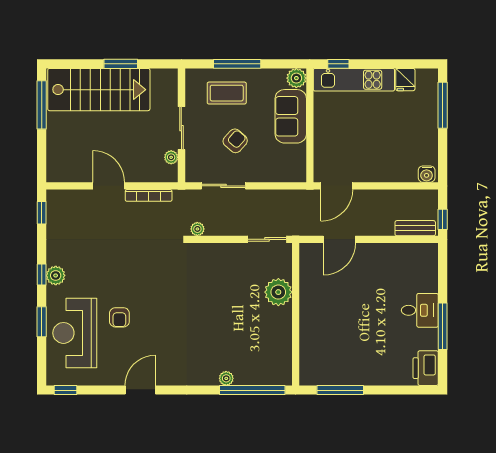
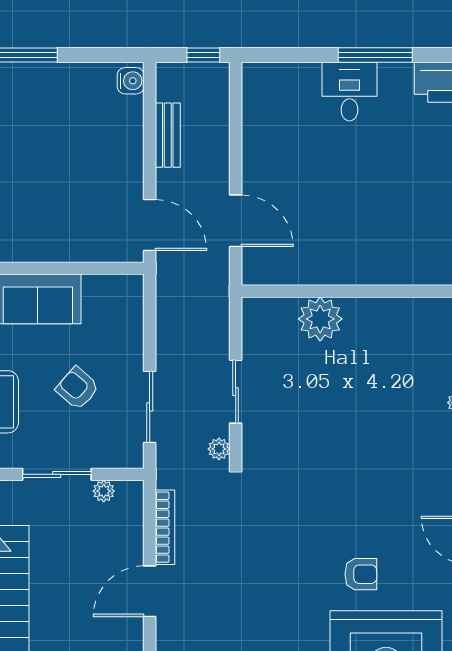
bench: (415, 228) -> (168, 135), moved
sliding door: (267, 239) -> (236, 392), moved

